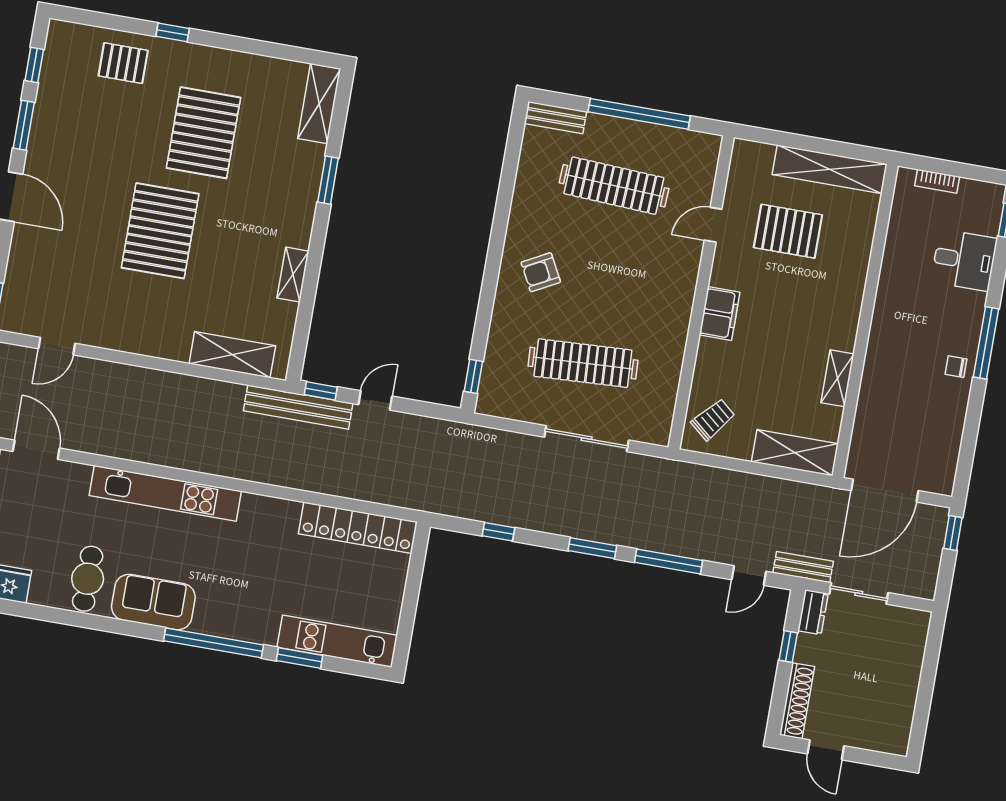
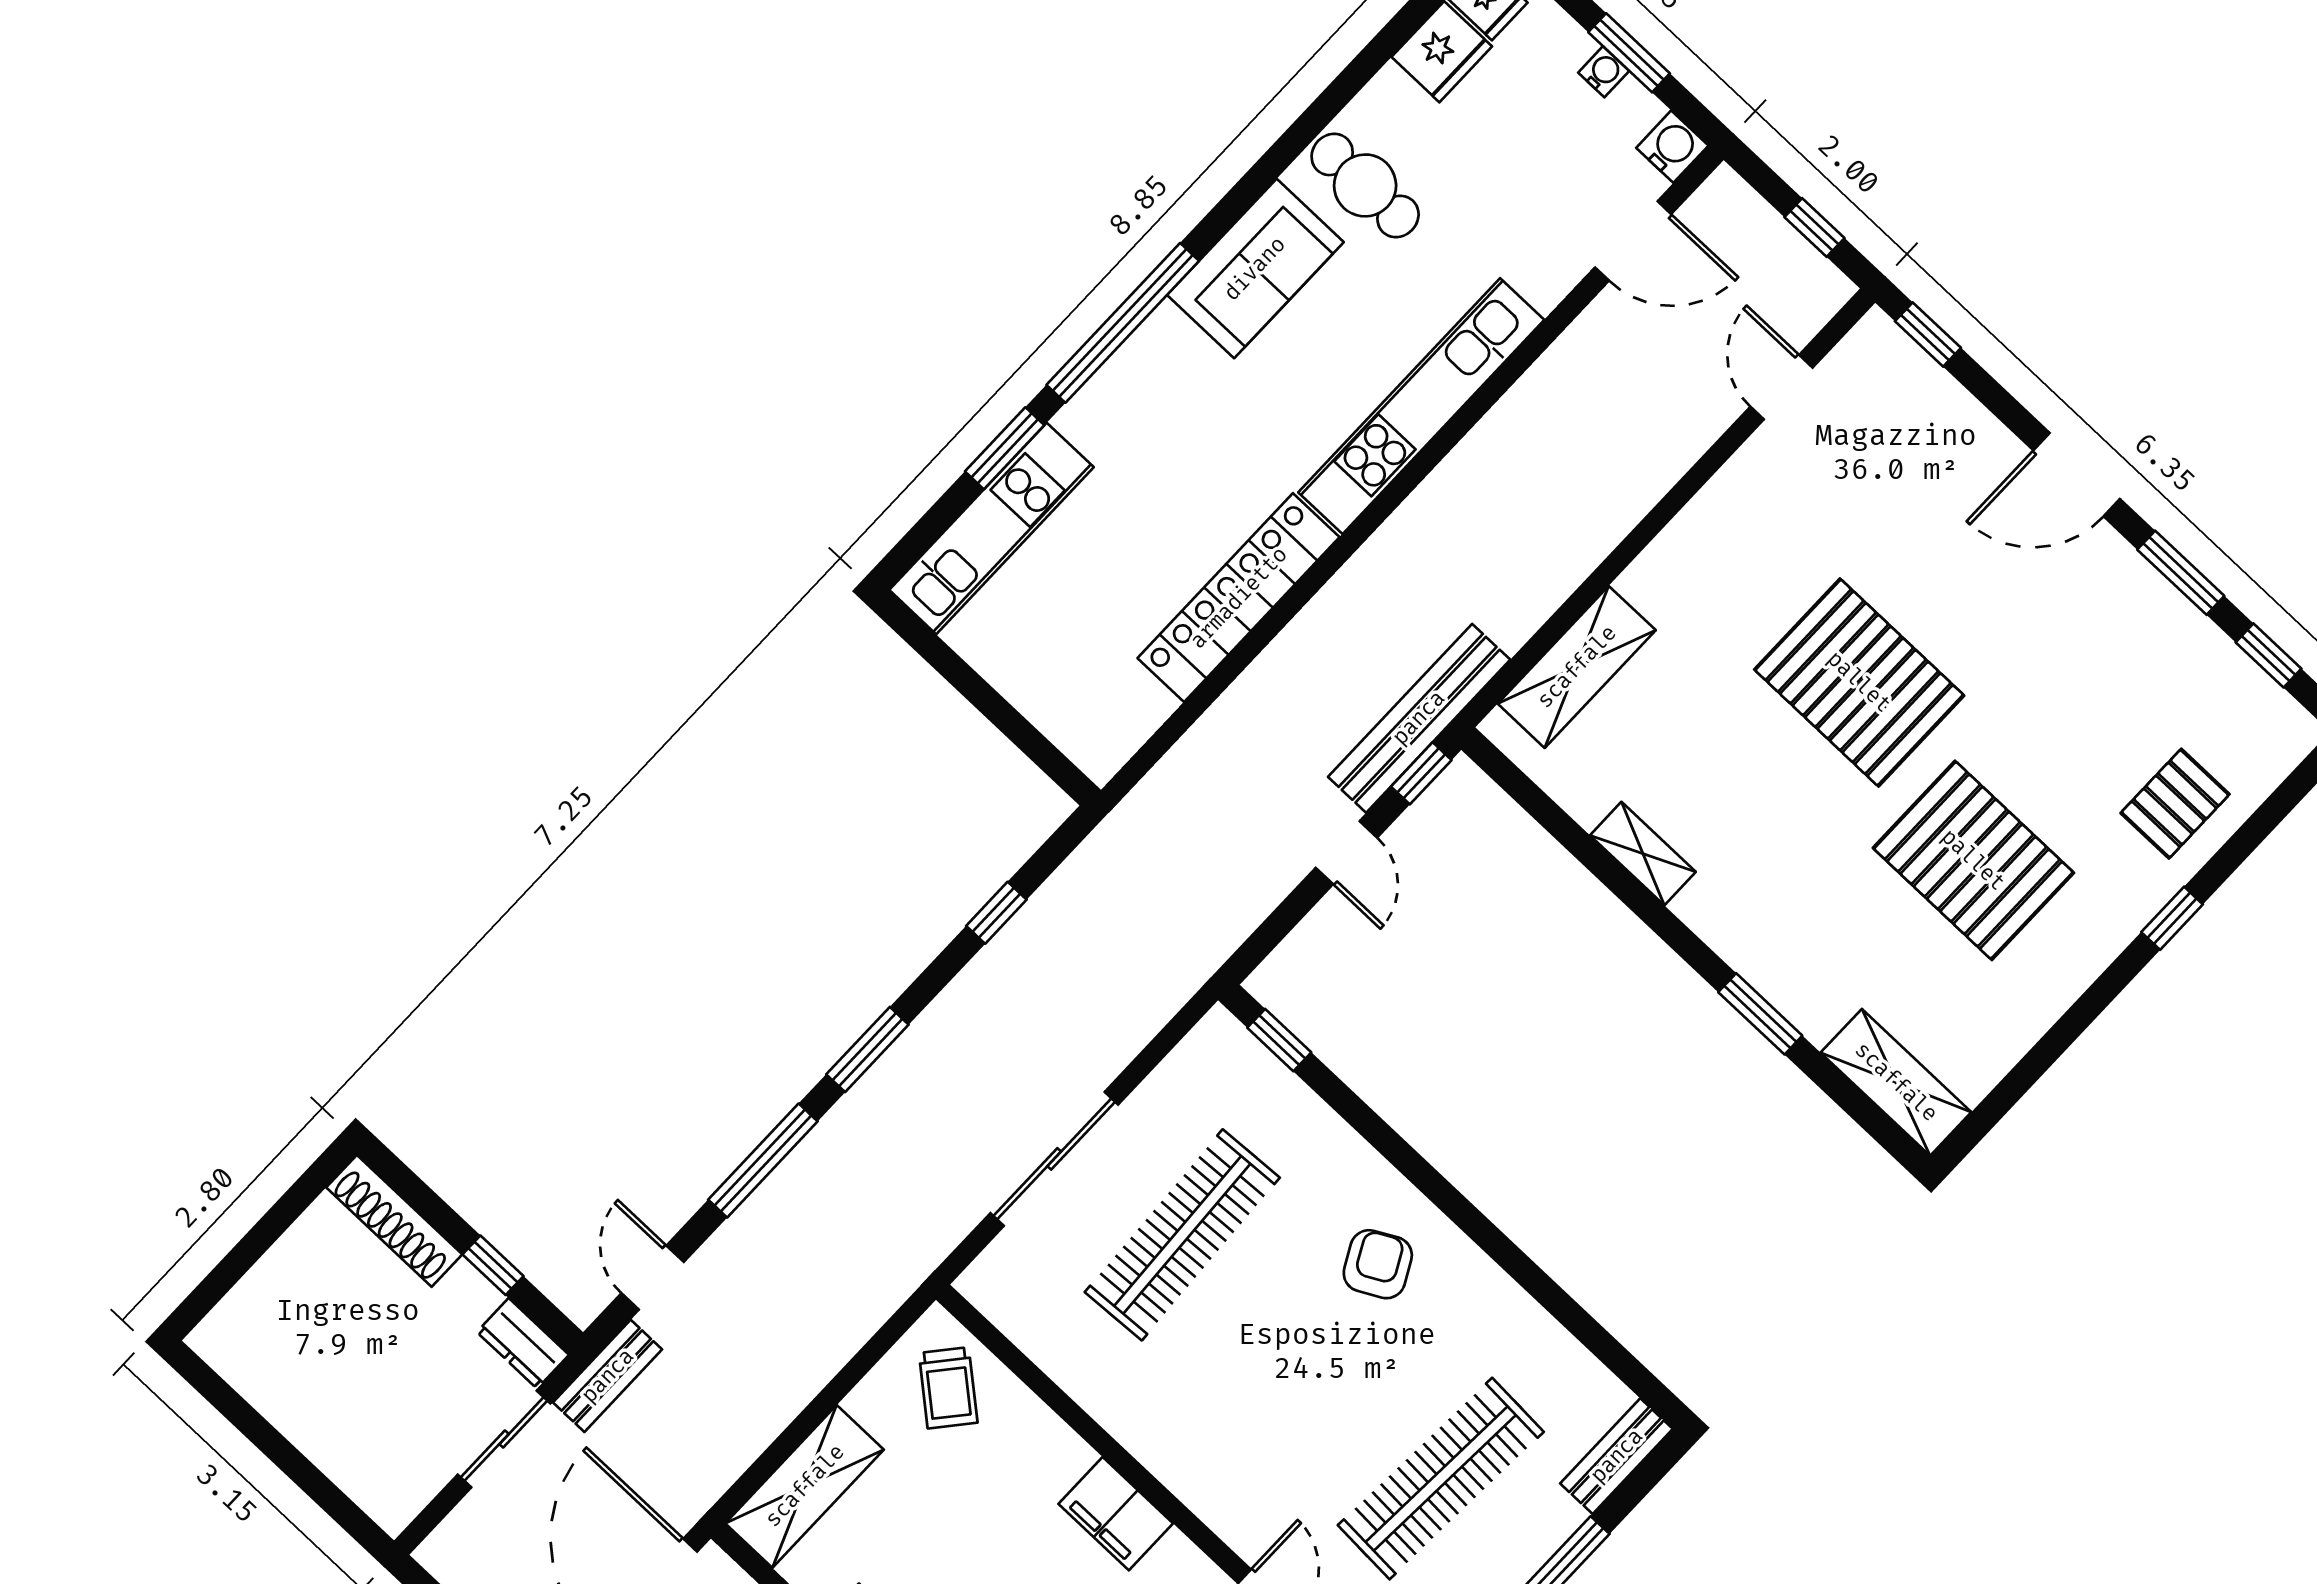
locker: (358, 528) -> (1239, 598), moved
door: (826, 750) -> (282, 1215), removed

